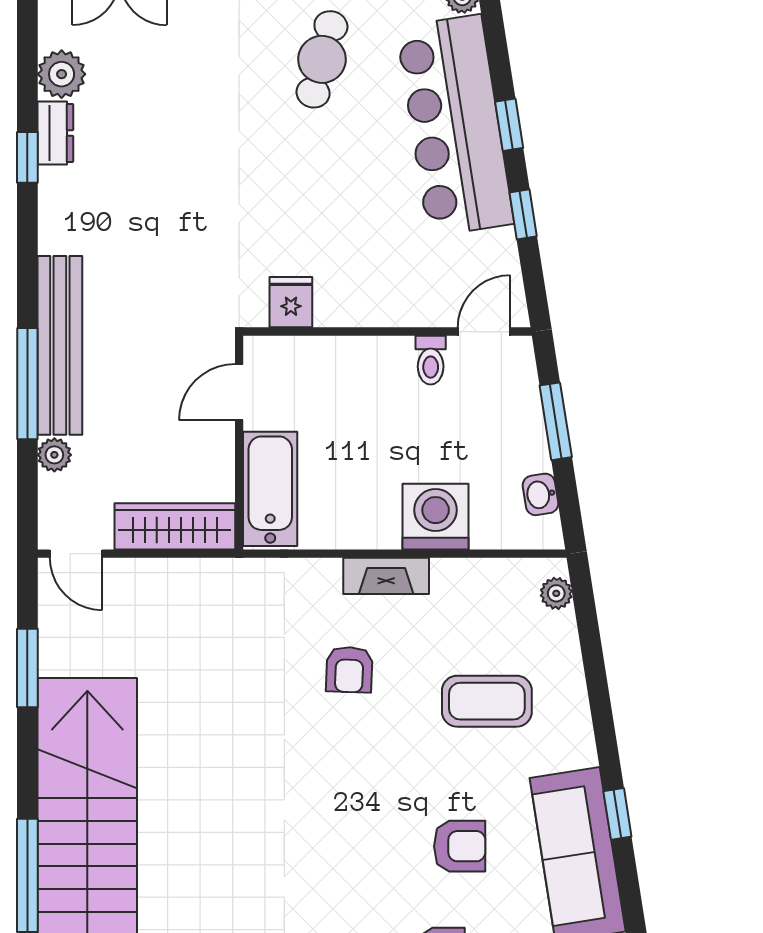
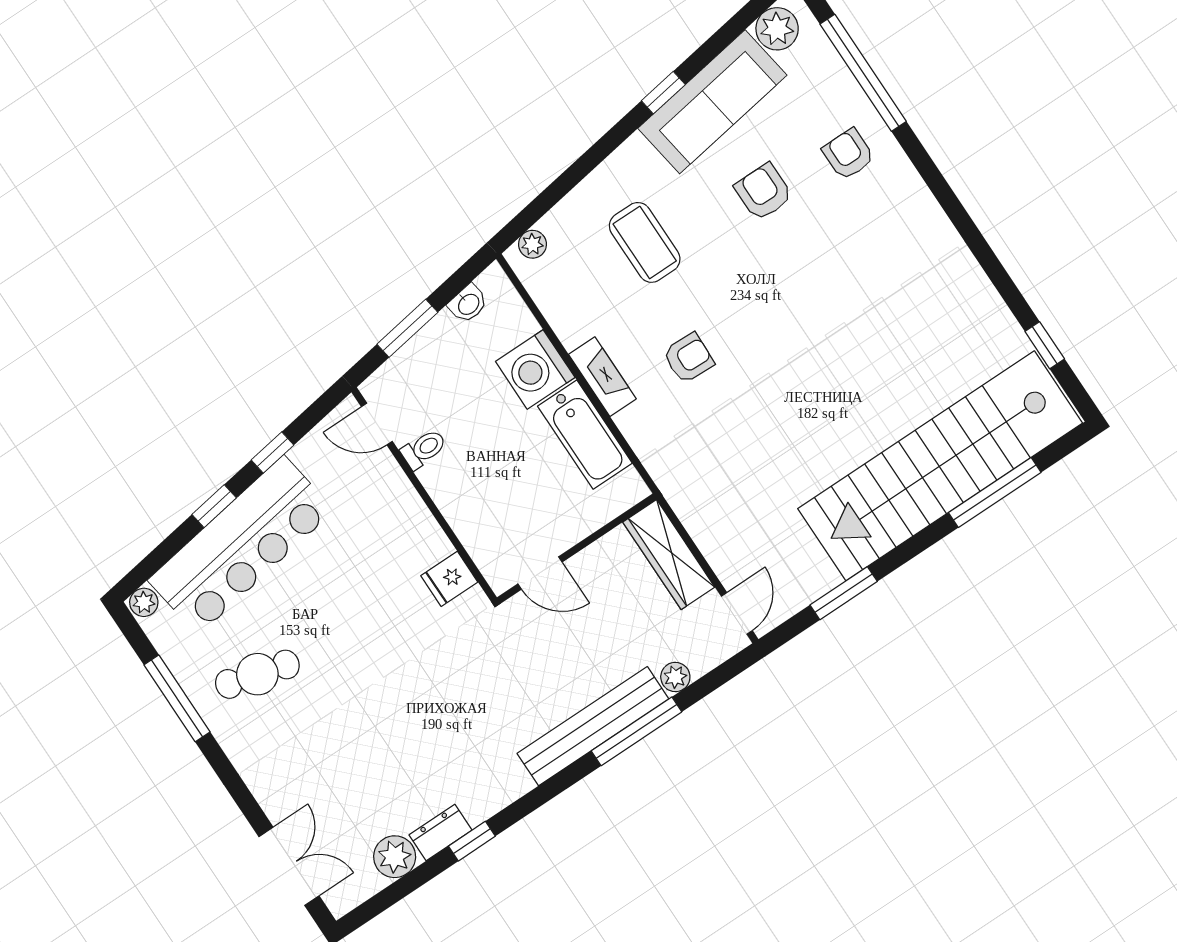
bathtub: (270, 489) -> (585, 435), moved, turned -90

